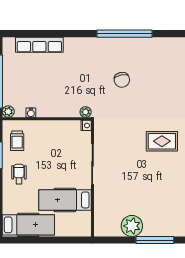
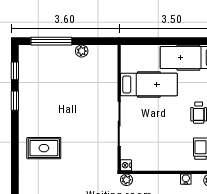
plant: (132, 226) -> (82, 51), width x0.53, depth x0.53

